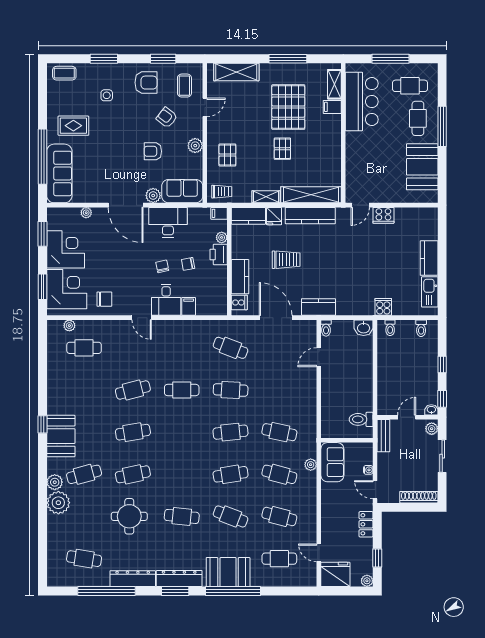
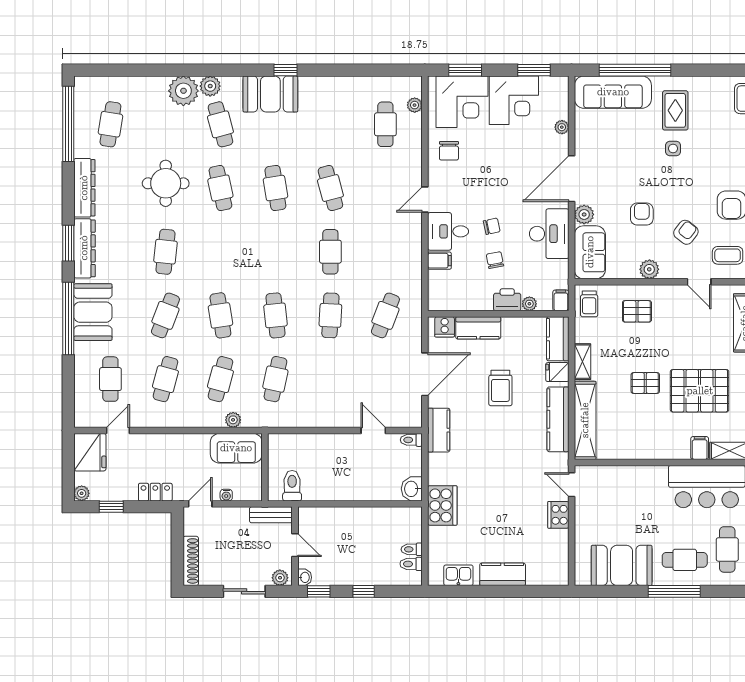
side table: (107, 95) -> (673, 148), moved
kitchen sink: (430, 292) -> (458, 575), width x0.73
cooker: (383, 307) -> (442, 505), width x1.87, depth x1.31
toilet: (390, 328) -> (412, 549), moved
window: (107, 591) -> (68, 124), moved

